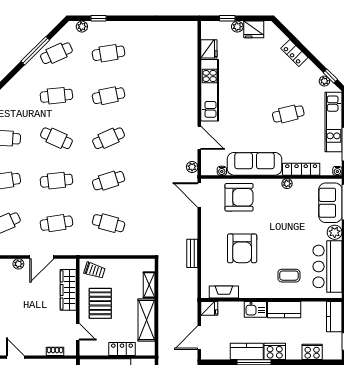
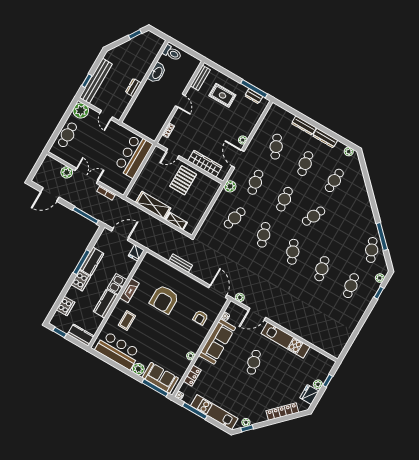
fridge: (209, 49) -> (314, 356), removed
locker: (294, 53) -> (282, 412), width x1.53
cafe table: (56, 96) -> (343, 233), removed
cafe table: (288, 114) -> (254, 362), moved
locker: (301, 169) -> (192, 376), width x0.66
door: (199, 195) -> (218, 291), hinge flipped
armchair: (239, 197) -> (200, 318), width x0.53, depth x0.53
plant: (77, 248) -> (230, 186), added
armchair: (242, 248) -> (164, 299), turned -90
trolley: (94, 270) -> (208, 190), removed
fireplace: (224, 292) -> (129, 291), moved
pallet: (100, 303) -> (183, 180), turned 90
door: (199, 338) -> (120, 234), hinge flipped
locker: (122, 349) -> (143, 177), removed
door: (15, 357) -> (180, 101), hinge flipped

